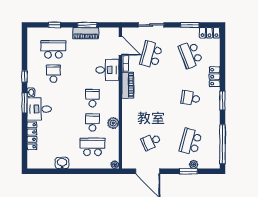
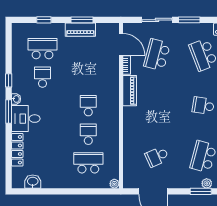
window: (190, 25) -> (189, 20), moved
desk: (107, 70) -> (106, 73), removed
plant: (113, 123) -> (113, 135), removed
washbasin: (62, 163) -> (33, 182), moved

